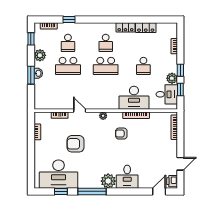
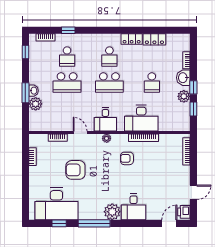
plant: (40, 55) -> (36, 104), moved
washbasin: (171, 62) -> (183, 78), added
desk: (167, 94) -> (105, 119), moved, turned 90

